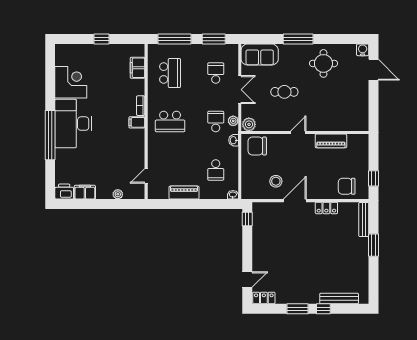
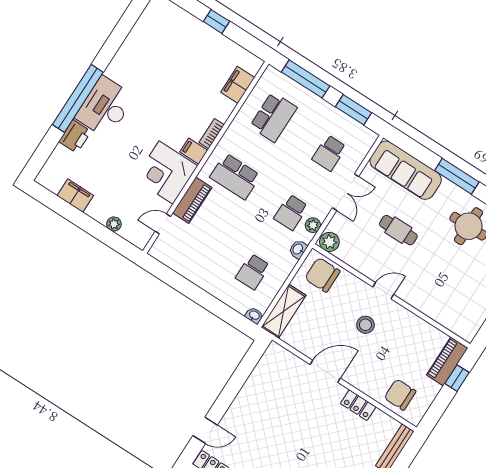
sofa: (260, 55) -> (406, 170), width x1.36
school desk: (216, 73) -> (329, 153), turned 180
corner desk: (71, 82) -> (166, 172), moved, turned 180
school desk: (216, 122) -> (291, 212), turned 180
desk: (73, 124) -> (105, 107), width x0.73, depth x0.77
piano: (331, 141) -> (447, 361), moved, turned 90
window: (373, 178) -> (457, 378), moved
shelving: (248, 181) -> (284, 311), added
stool: (276, 181) -> (365, 325), moved
printer: (64, 192) -> (75, 136), moved, turned 90
piano: (184, 193) -> (192, 200), moved, turned 90
window: (247, 219) -> (253, 356), removed

